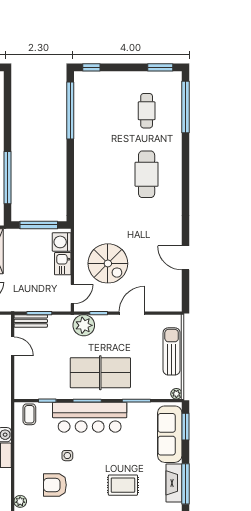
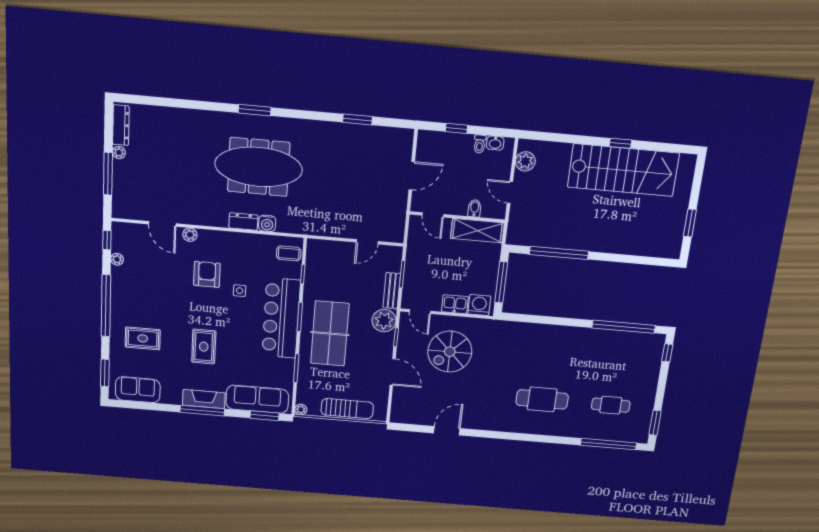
bench: (31, 321) -> (392, 291), moved

